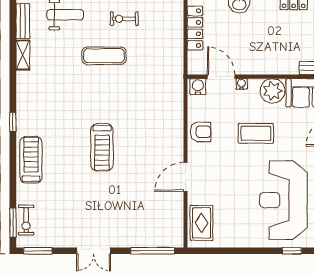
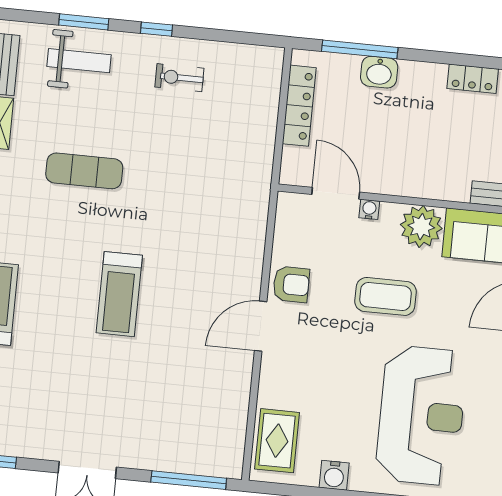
exercise mat: (104, 56) -> (84, 171), moved
water cooler: (198, 87) -> (334, 475), moved, turned 180
door: (185, 177) -> (261, 326), moved
reception desk: (283, 200) -> (421, 416), turned 180

